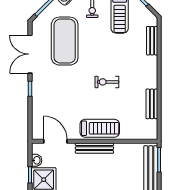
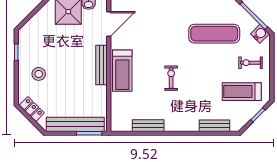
exercise mat: (65, 41) -> (214, 34), width x0.68

